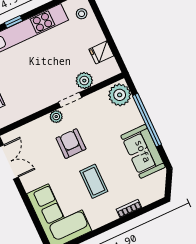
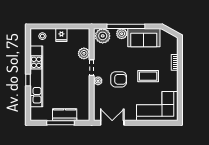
fridge: (101, 52) -> (61, 35), moved
plant: (135, 119) -> (122, 34), added
armchair: (71, 144) -> (119, 79), turned 180

